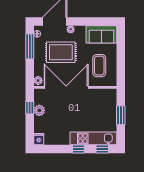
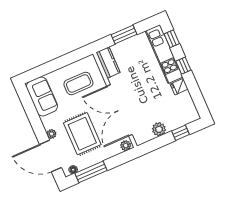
kitchen counter: (105, 94) -> (108, 63), added
window: (30, 108) -> (181, 133), moved
fridge: (39, 139) -> (179, 87), moved

